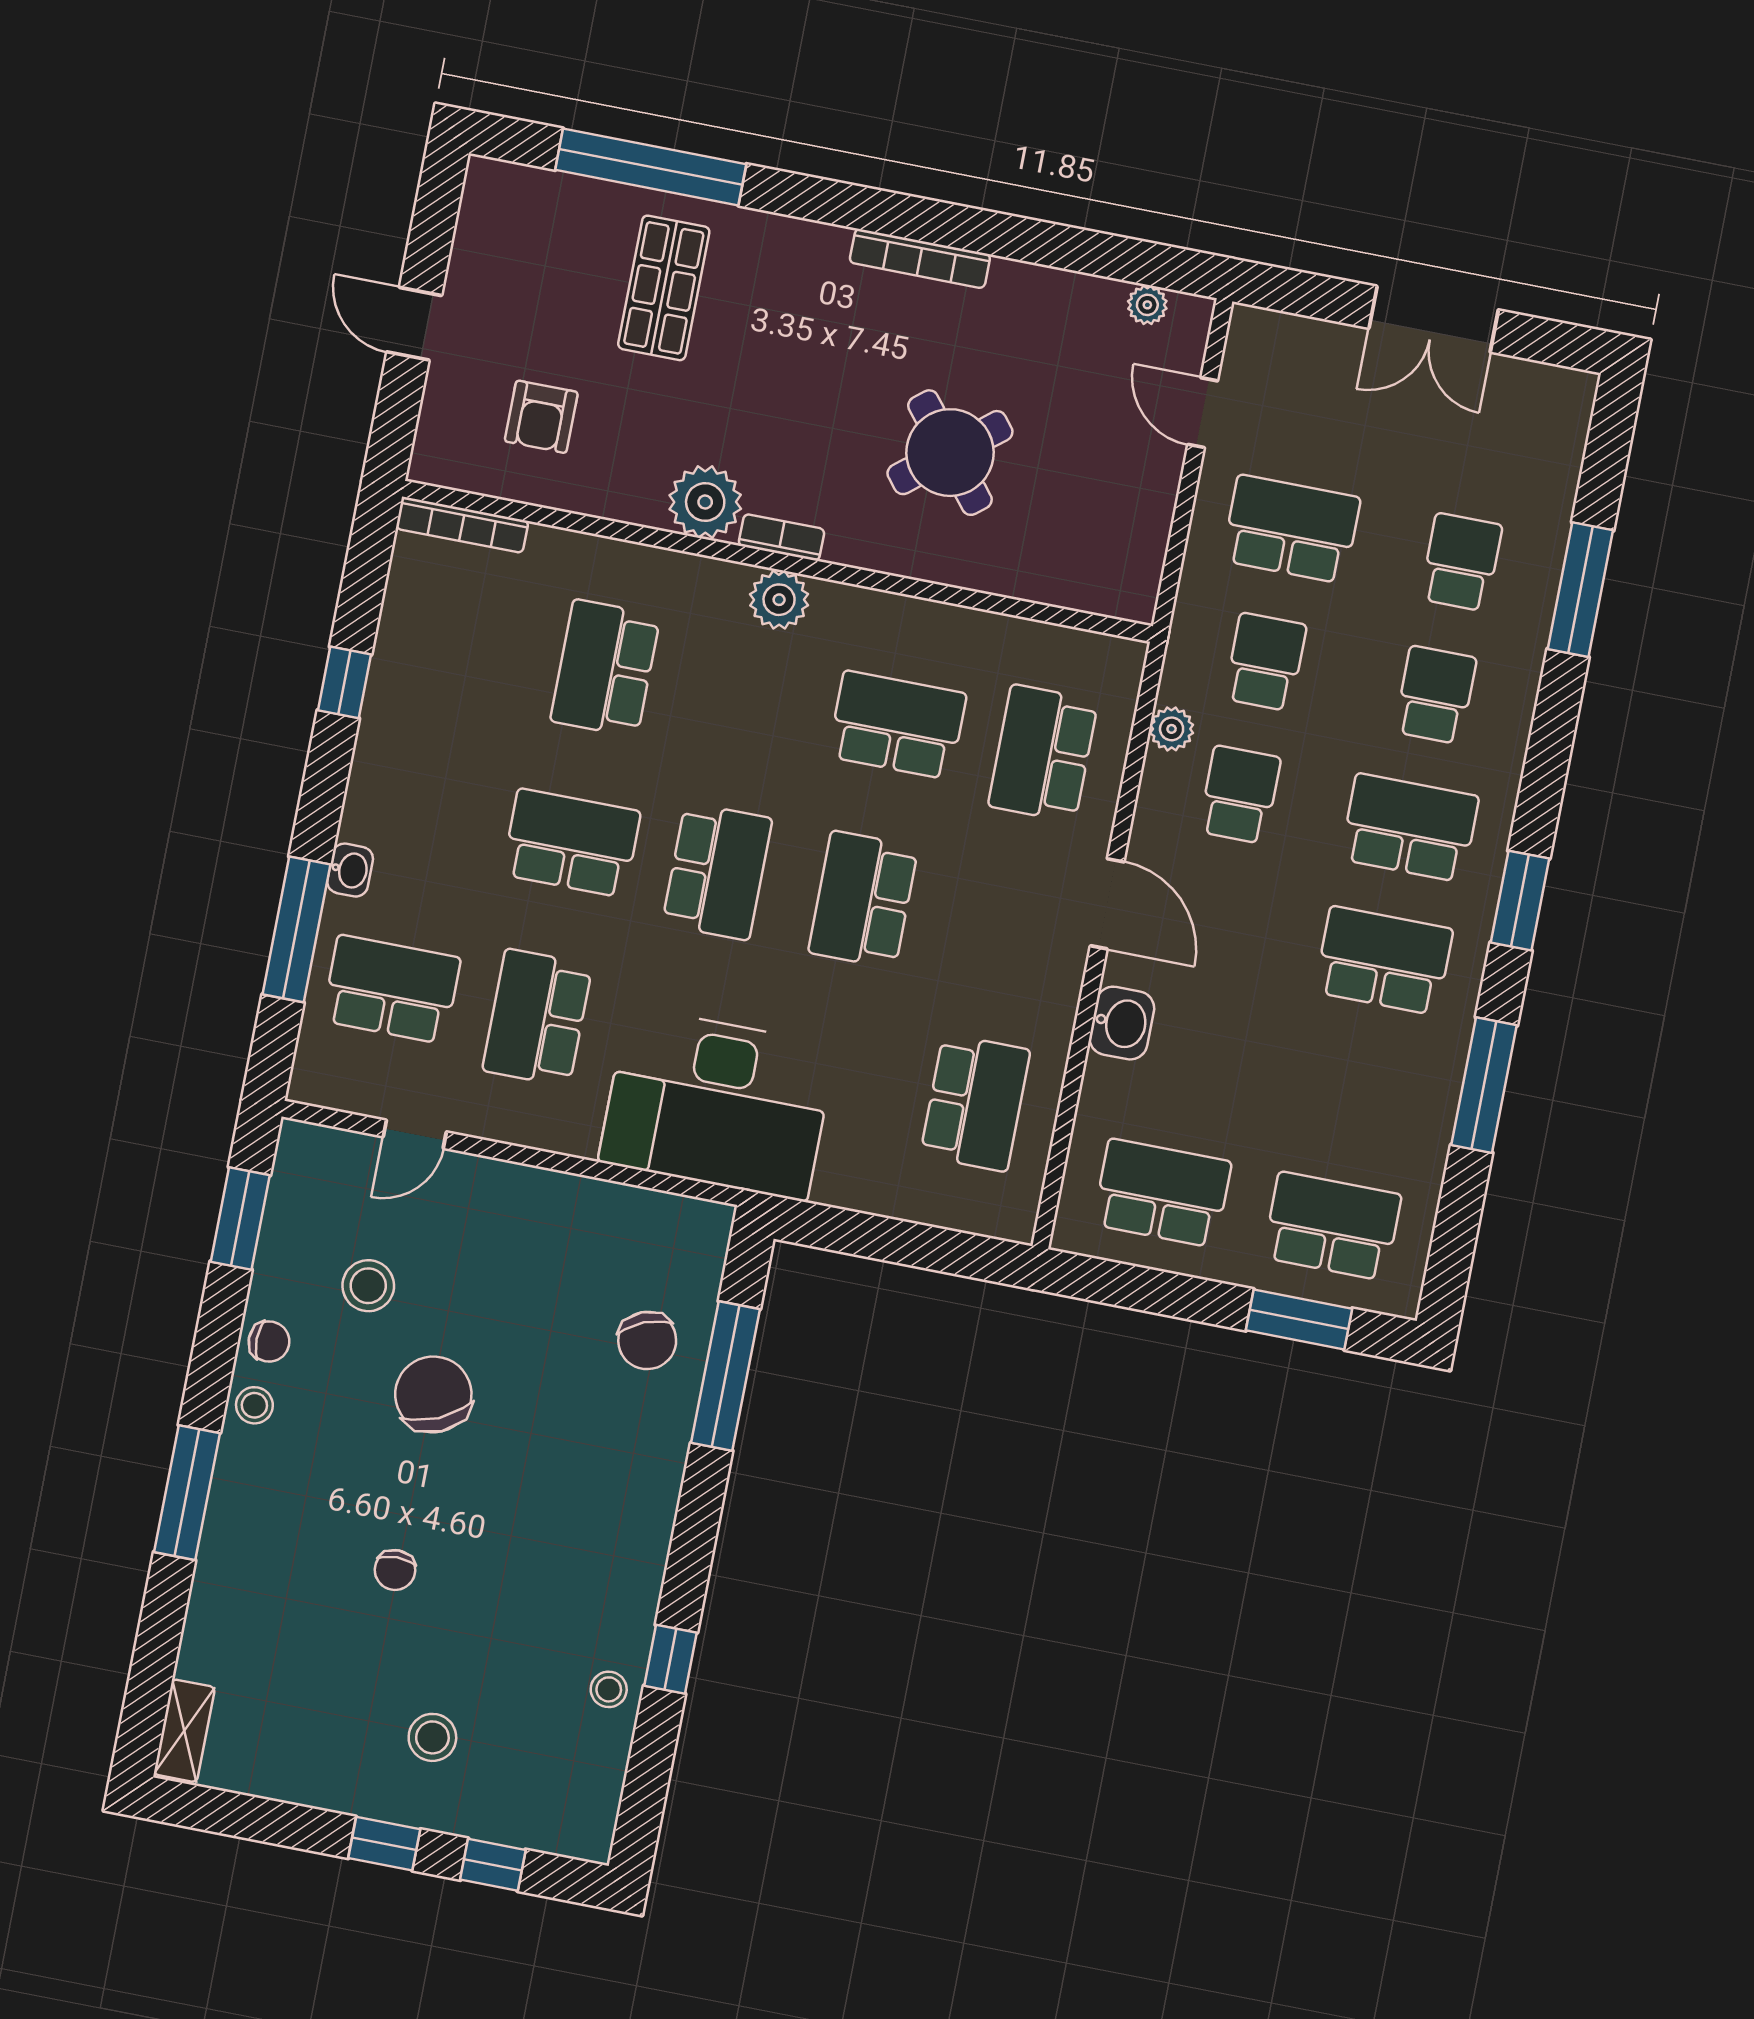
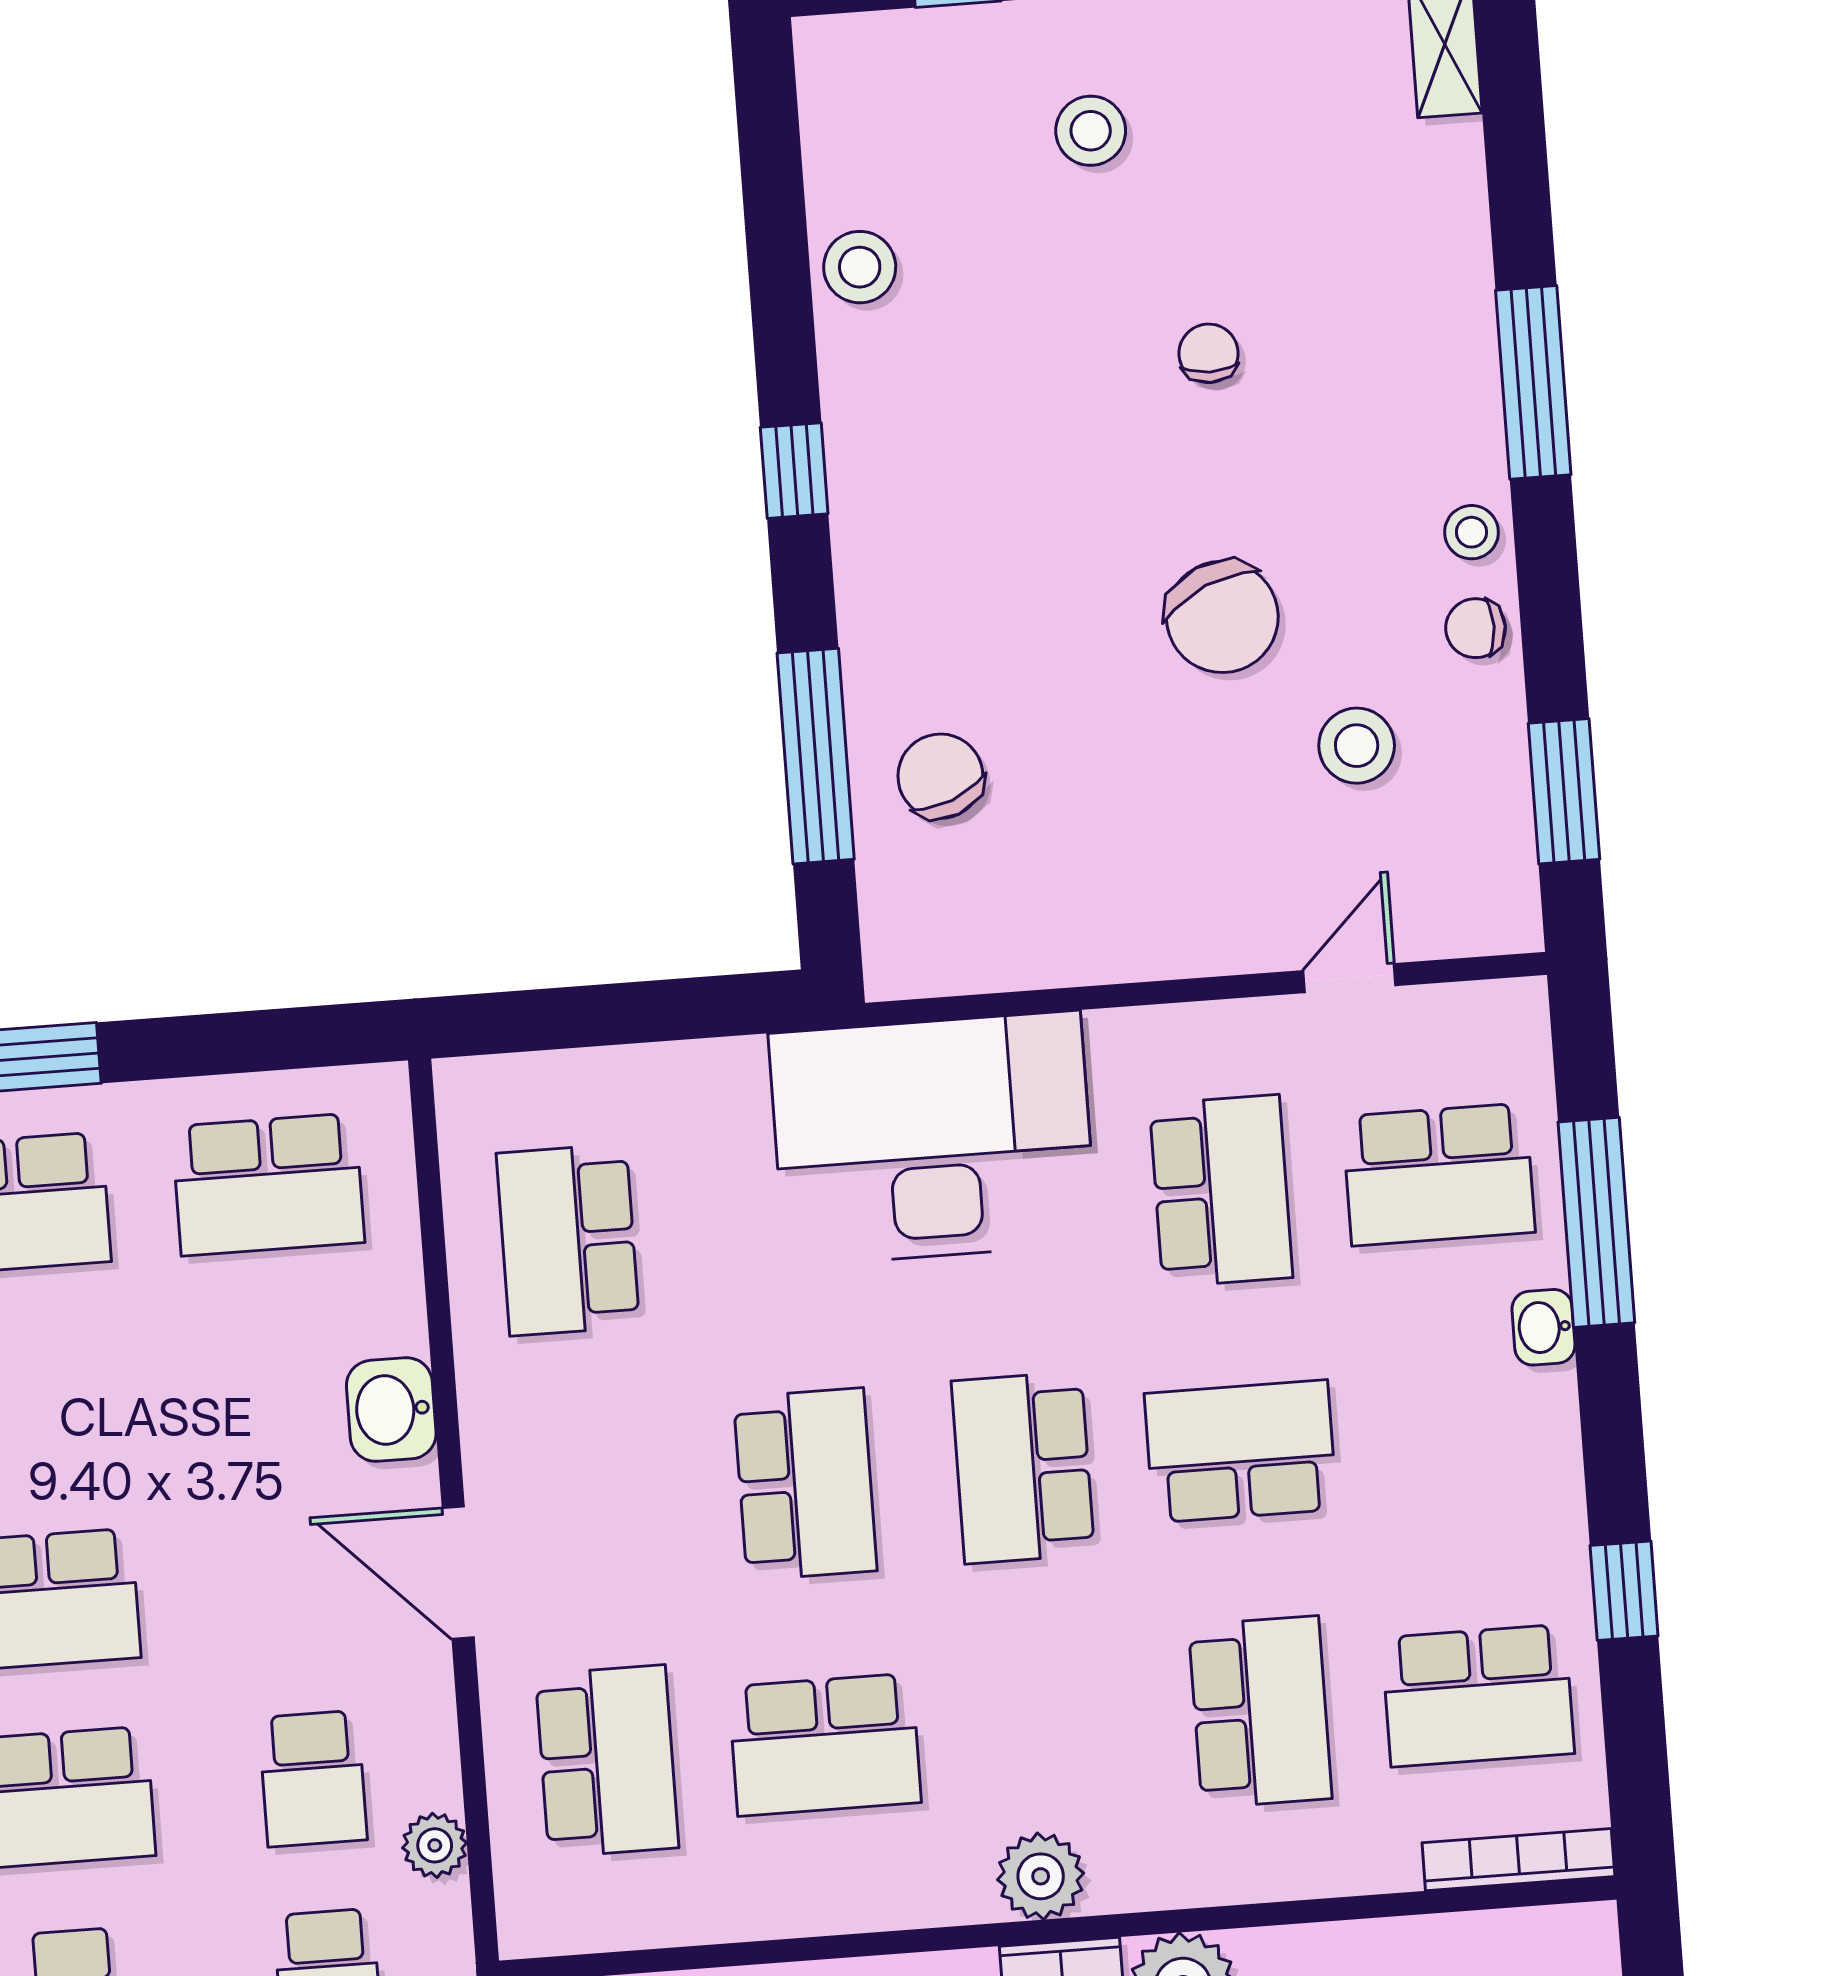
school desk: (459, 640) -> (1478, 1696), added
school desk: (571, 843) -> (1241, 1451), turned 180
window: (670, 1659) -> (794, 471), moved
stool: (609, 1689) -> (860, 267), width x1.37, depth x1.37

